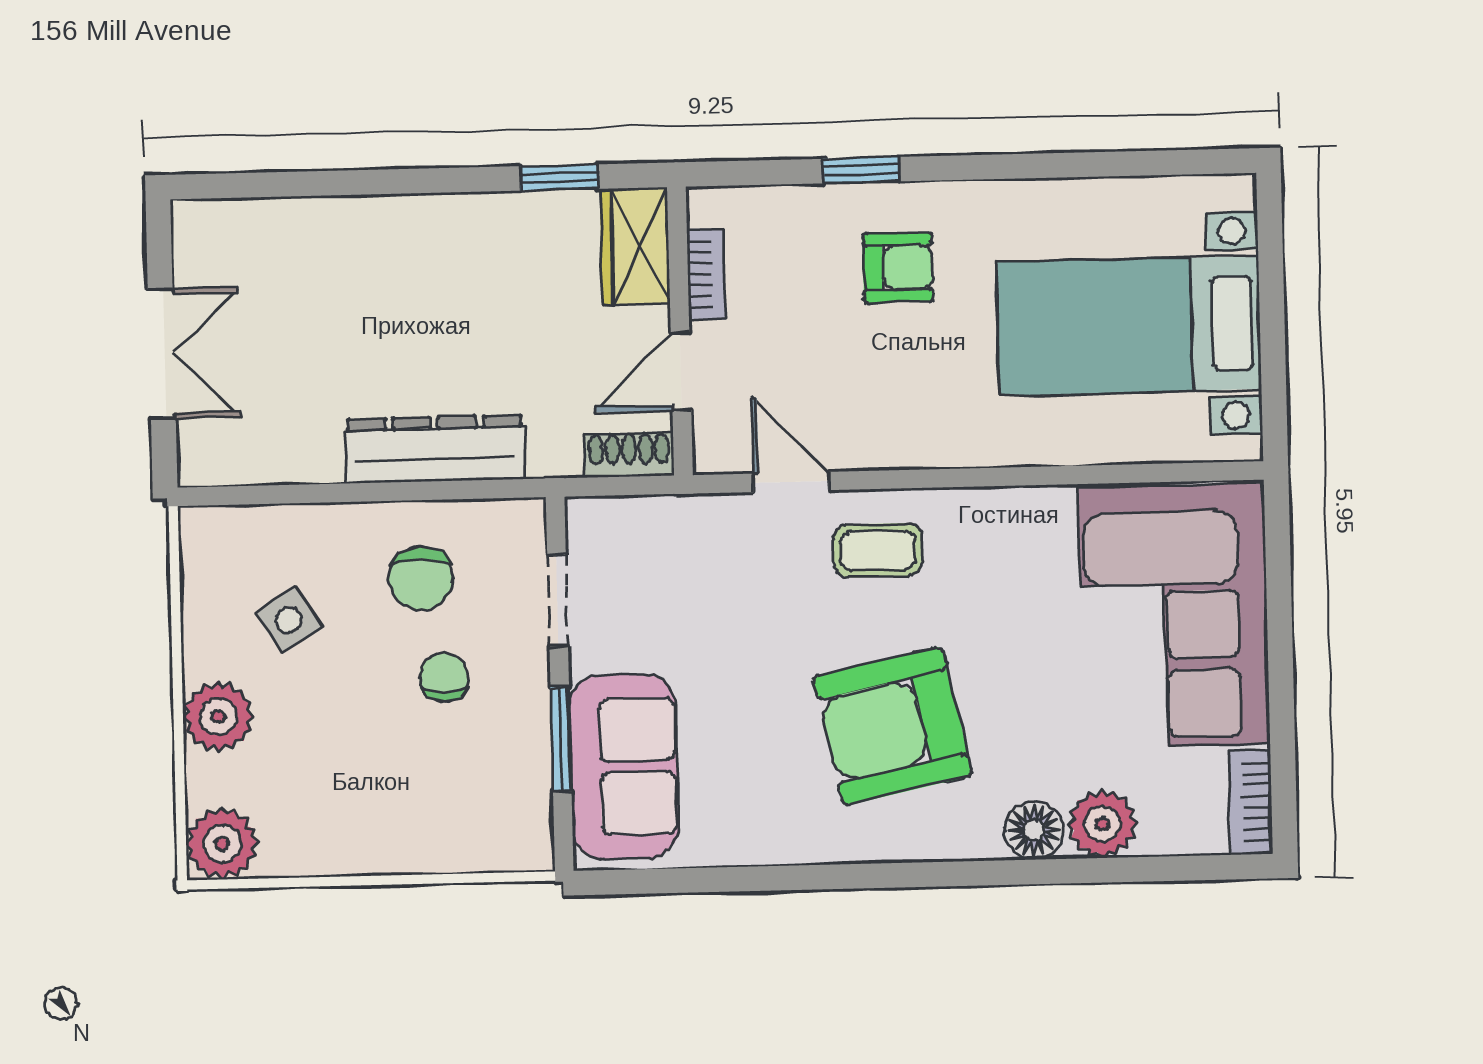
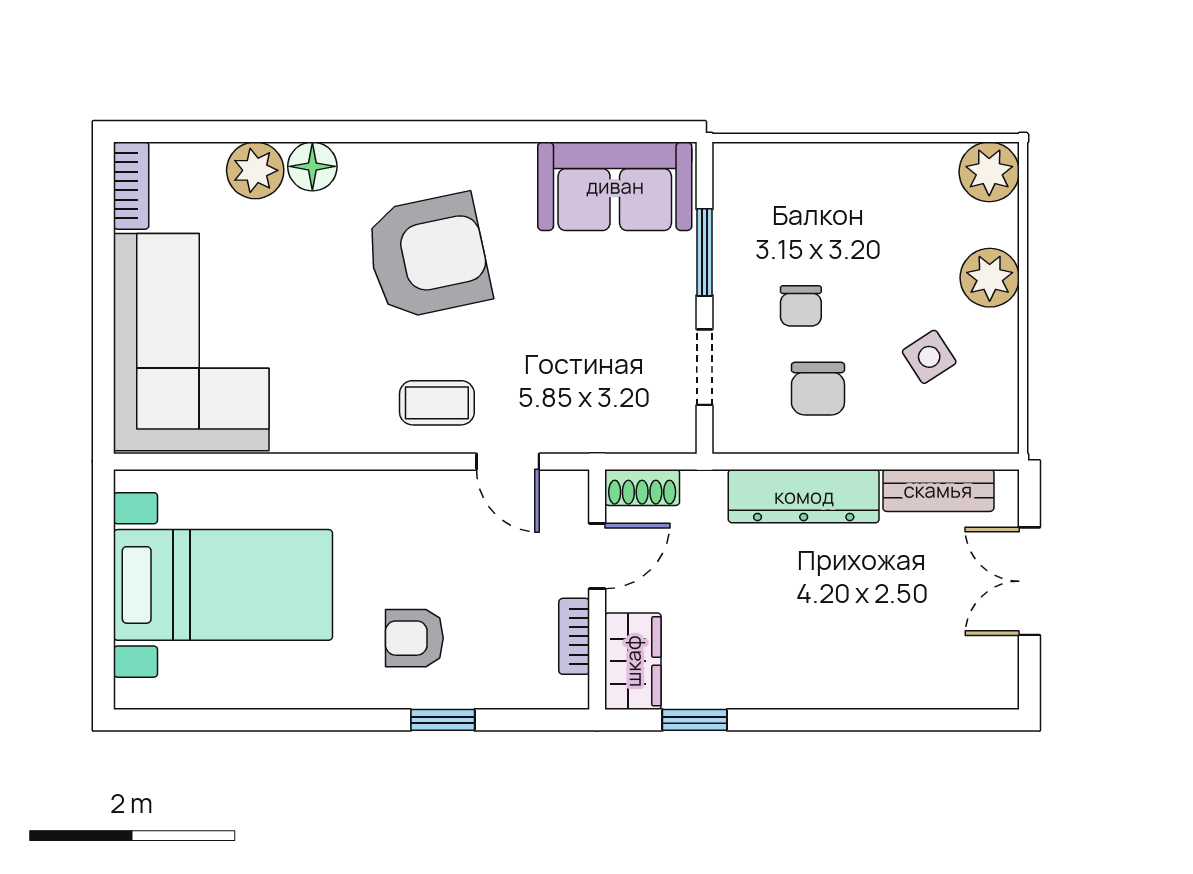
bench: (274, 460) -> (938, 490), added
chair: (421, 578) -> (818, 389), turned 180
sofa: (624, 767) -> (615, 186), moved, turned -90

